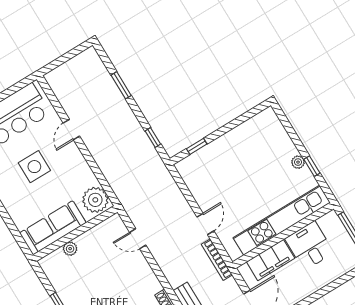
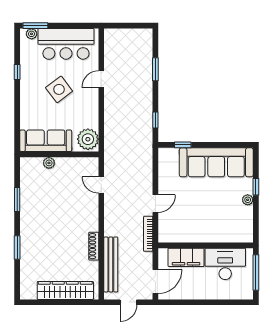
sofa: (242, 143) -> (216, 162), added
window: (312, 166) -> (256, 187), moved
side table: (34, 167) -> (59, 89), turned -37
kitchen unit: (282, 220) -> (211, 234), removed
desk: (309, 246) -> (225, 264), width x1.37

